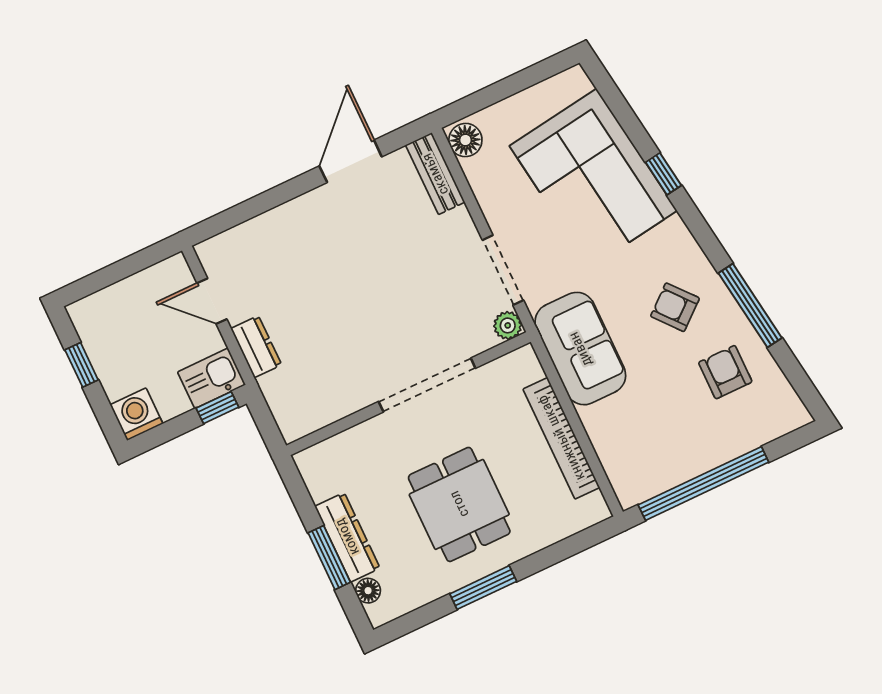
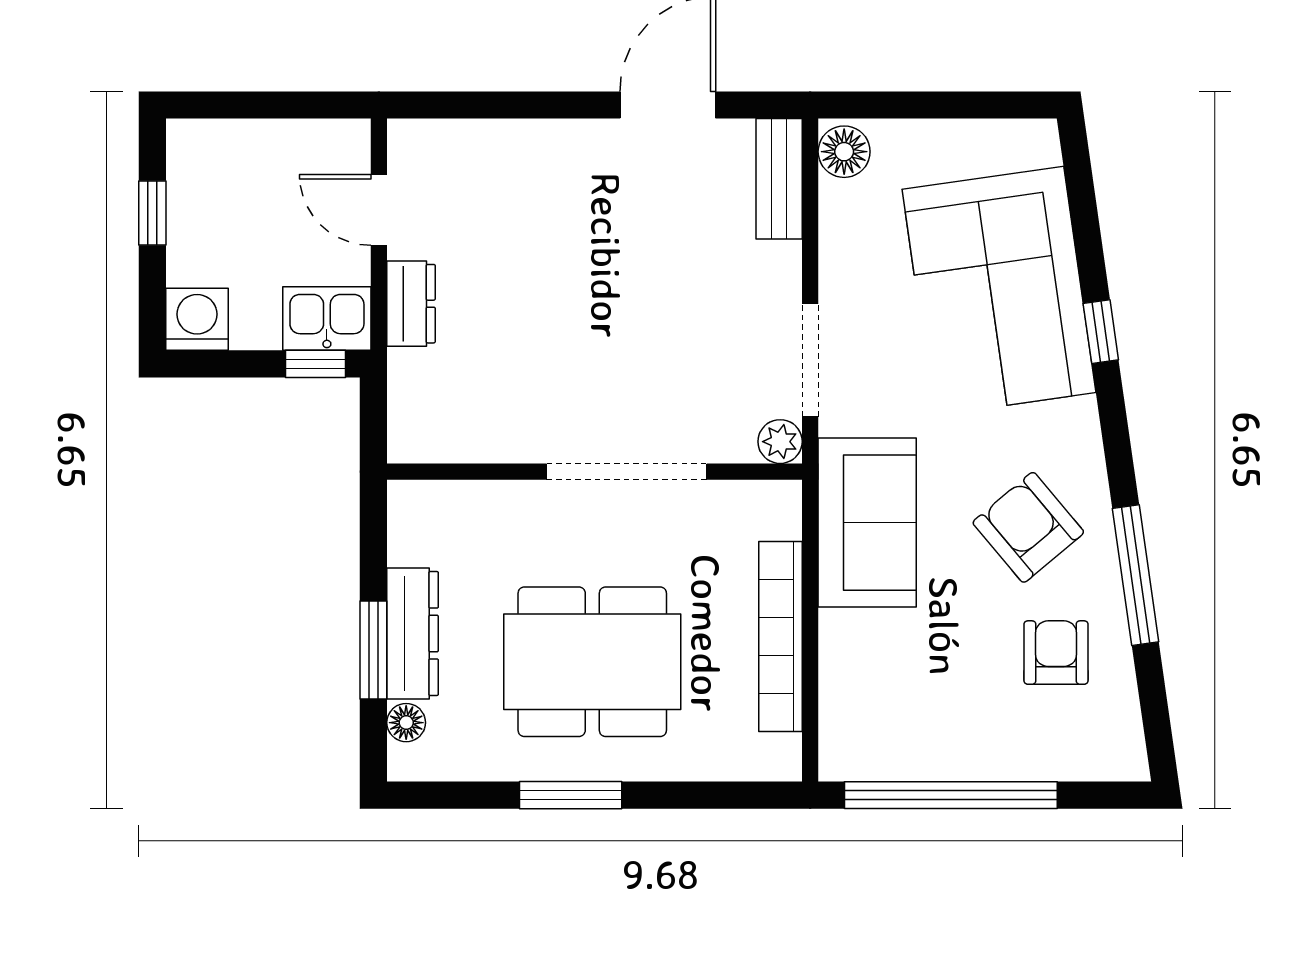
armchair: (675, 307) -> (1028, 527), width x1.38, depth x1.38
dining table: (459, 504) -> (592, 662), width x1.38

